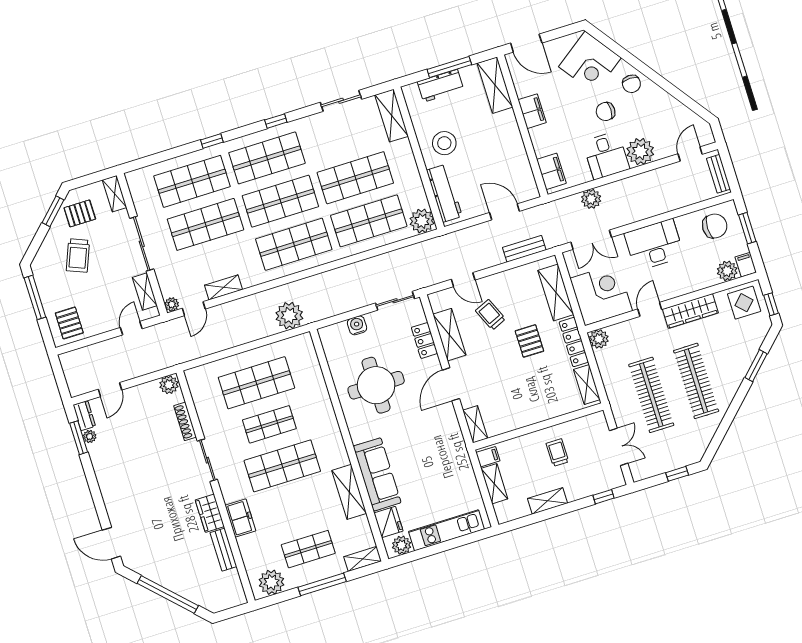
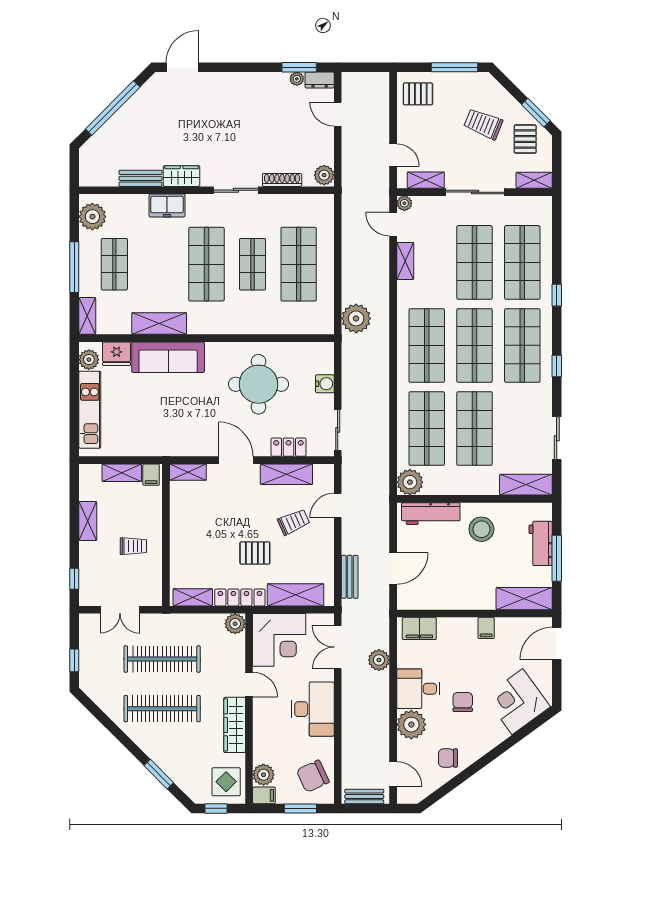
chair: (631, 84) -> (448, 758), moved
filing cabinet: (532, 111) -> (486, 628), width x0.50
chair: (715, 226) -> (313, 776), turned 65

